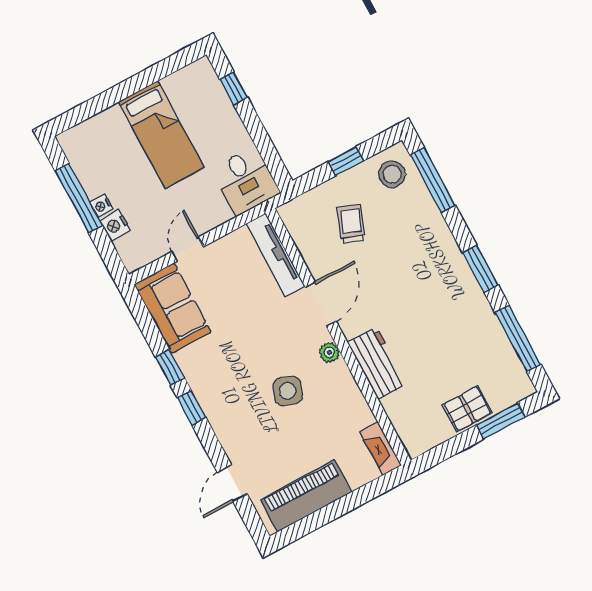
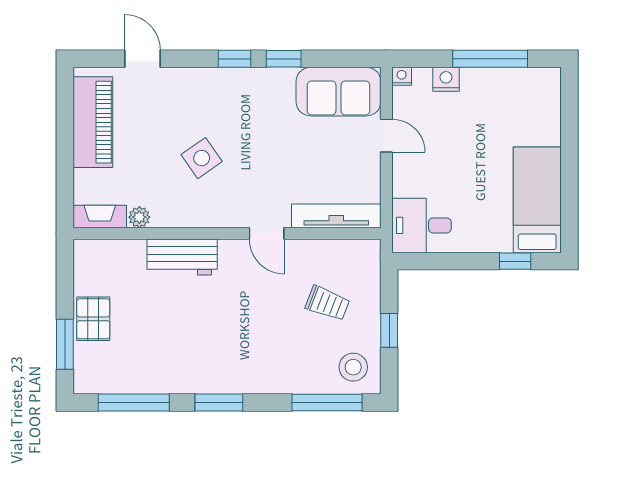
bed: (161, 135) -> (537, 200), moved, turned 90
nightstand: (102, 206) -> (402, 76), moved
door: (321, 304) -> (267, 233), width x0.73
plant: (329, 352) -> (139, 217), moved
side table: (288, 391) -> (202, 158), turned 34

